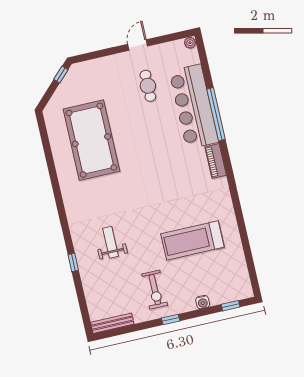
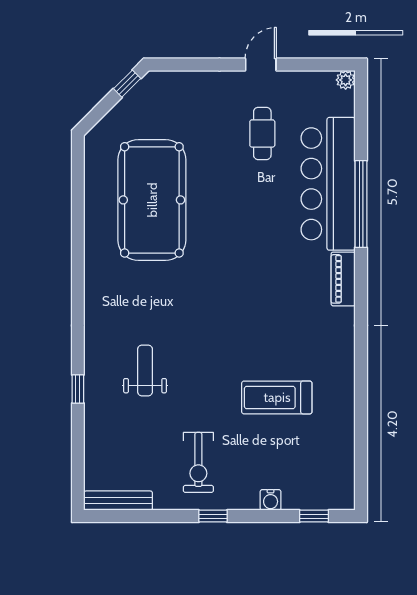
treadmill: (192, 240) -> (277, 397), width x0.73, depth x0.73

